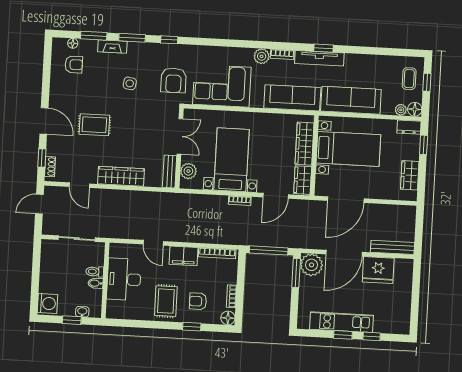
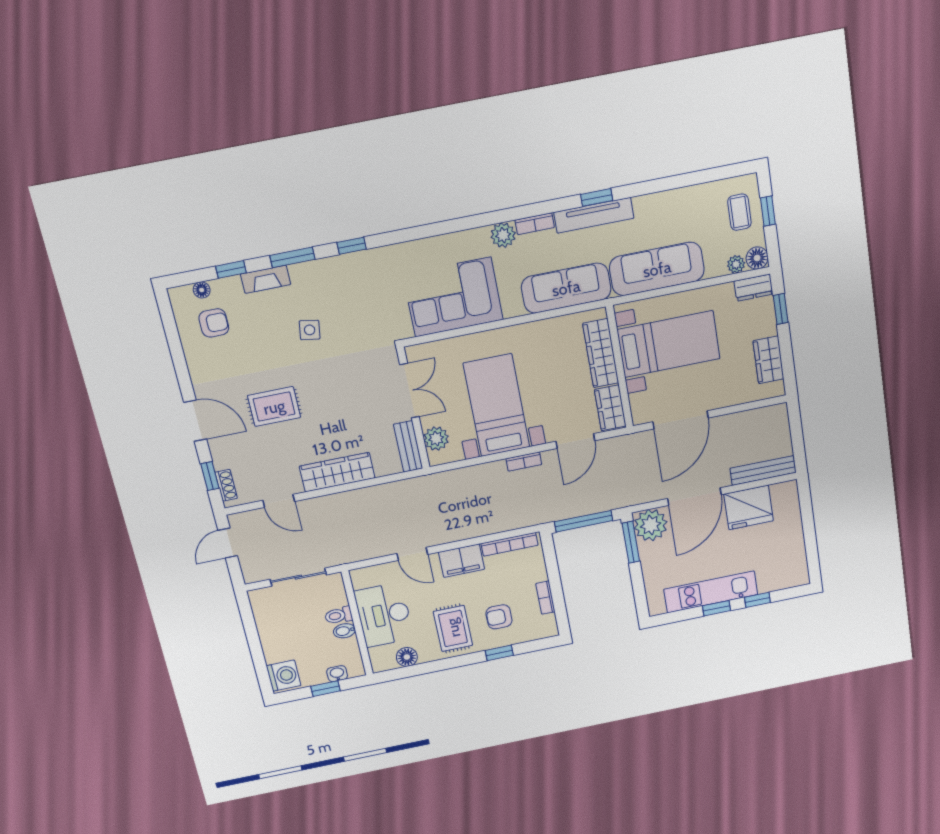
window: (94, 36) -> (231, 269), width x0.67
armchair: (174, 80) -> (376, 308), removed
floor lamp: (228, 318) -> (407, 657), moved

